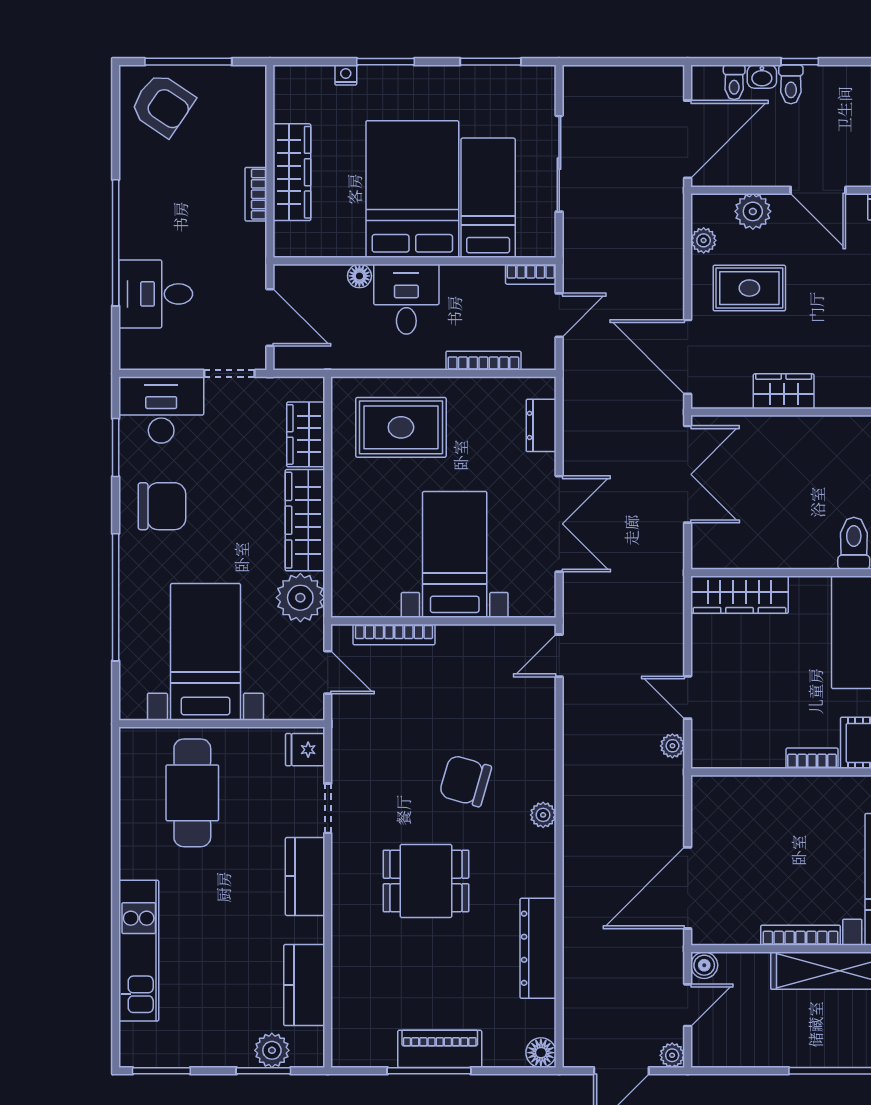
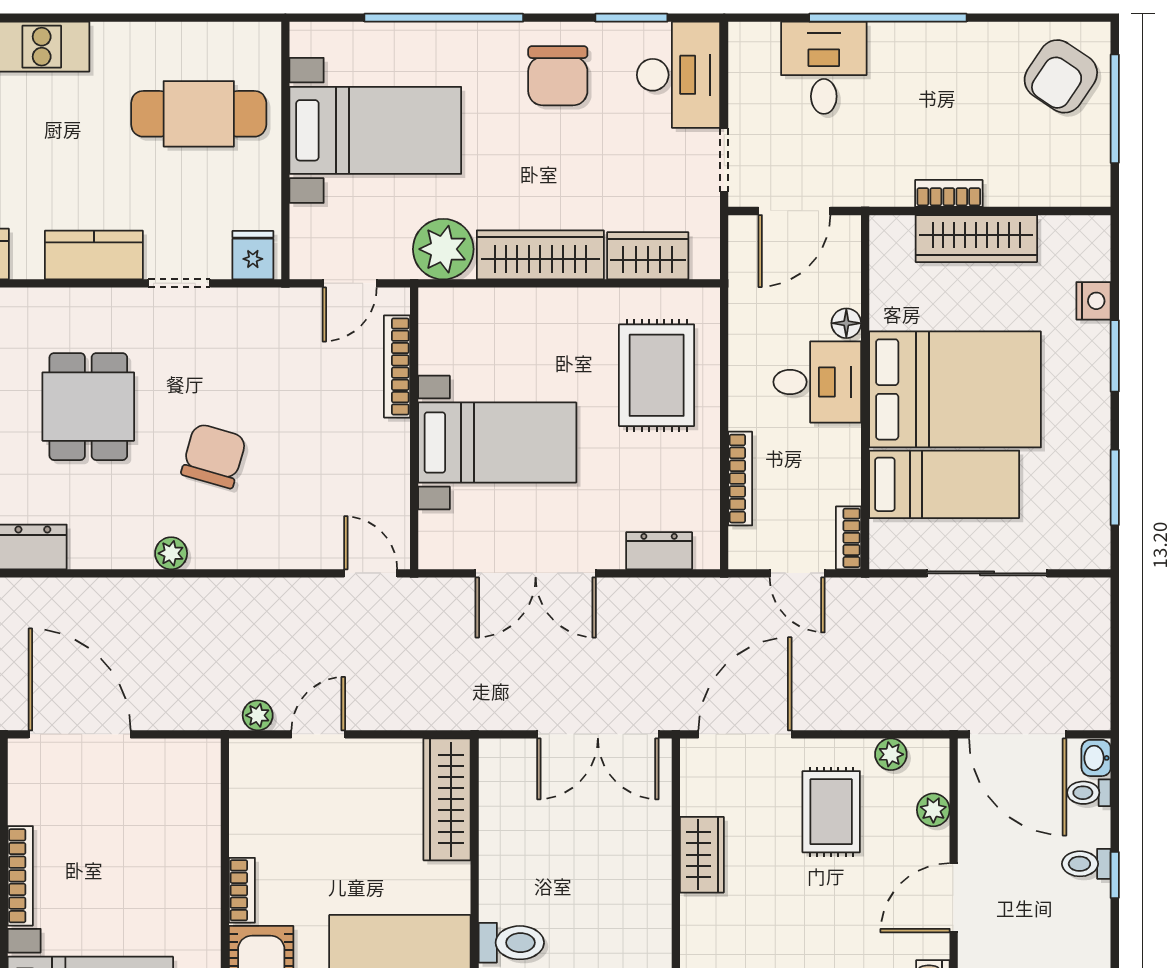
nightstand: (346, 75) -> (1094, 301), width x1.39, depth x1.35
washbasin: (762, 77) -> (1096, 758), moved
plant: (753, 211) -> (933, 810), width x0.73, depth x0.73

